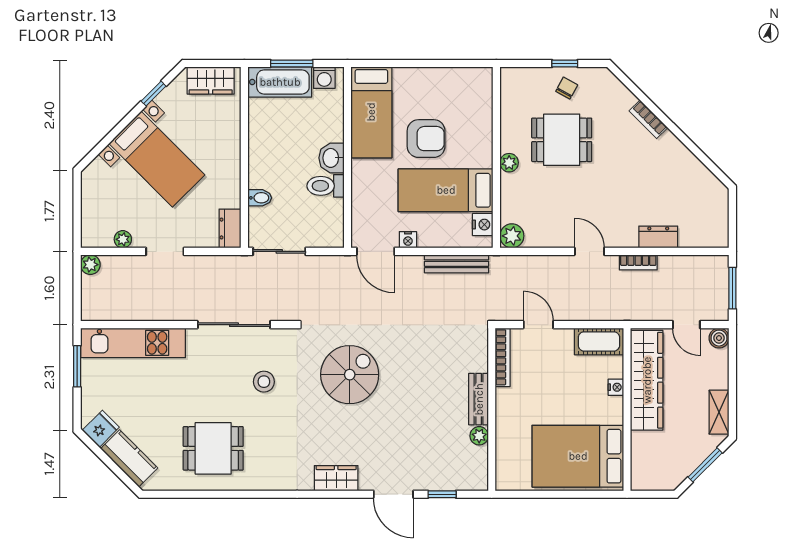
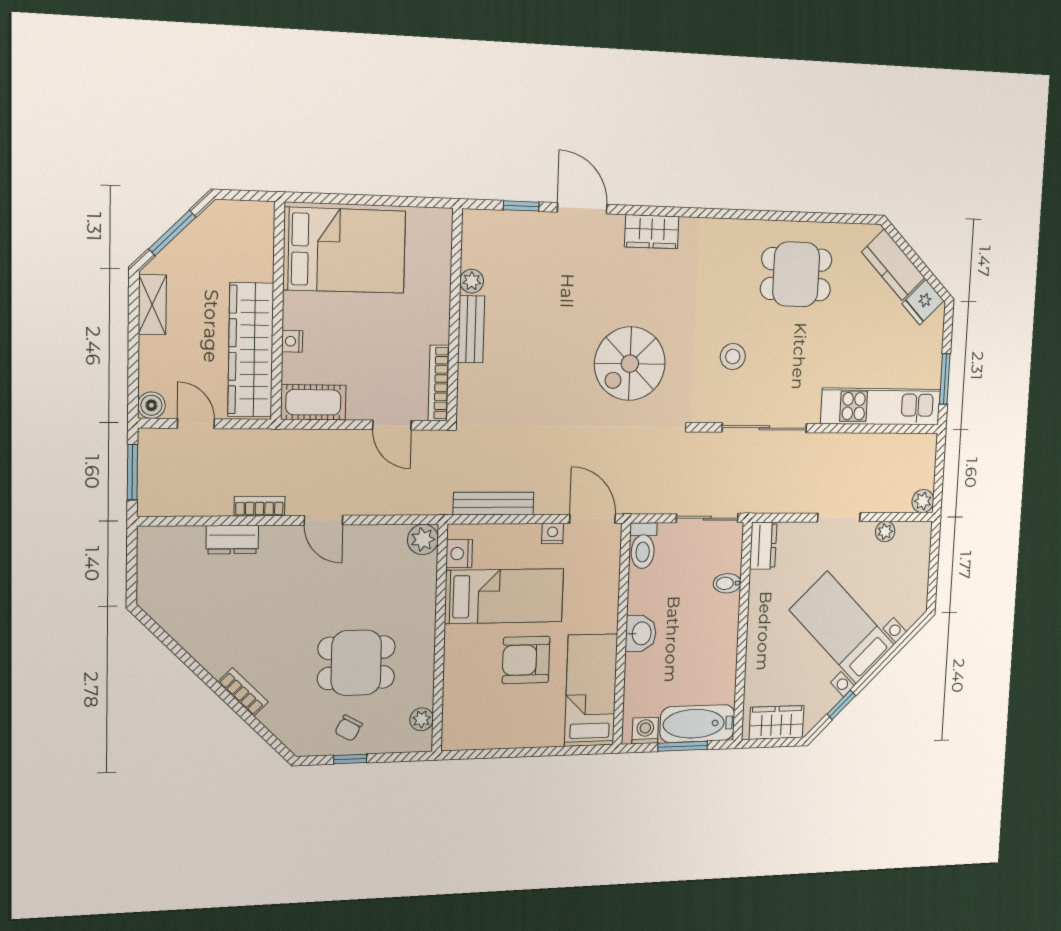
plant: (509, 163) -> (422, 719), moved
toilet: (325, 186) -> (643, 546), moved, turned 90

